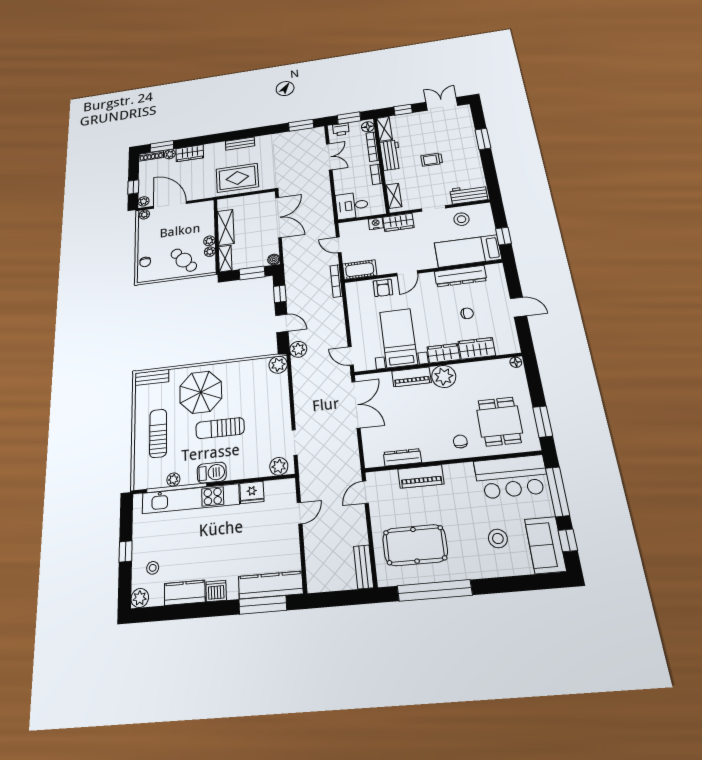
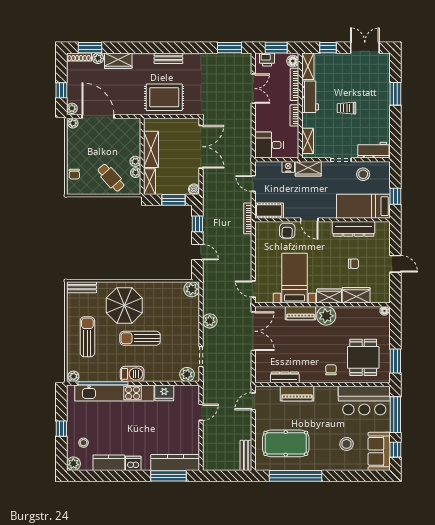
door: (407, 273) -> (309, 220), hinge flipped
plant: (298, 349) -> (210, 321), moved
plant: (173, 479) -> (73, 376), moved

